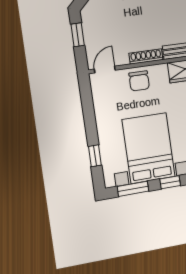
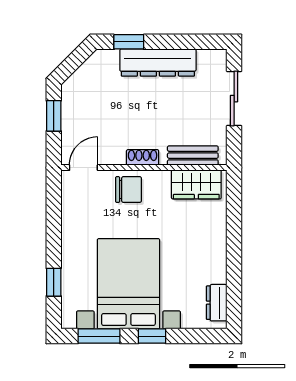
shoe rack: (146, 56) -> (143, 157), width x0.70
chair: (139, 81) -> (128, 190), turned -90

